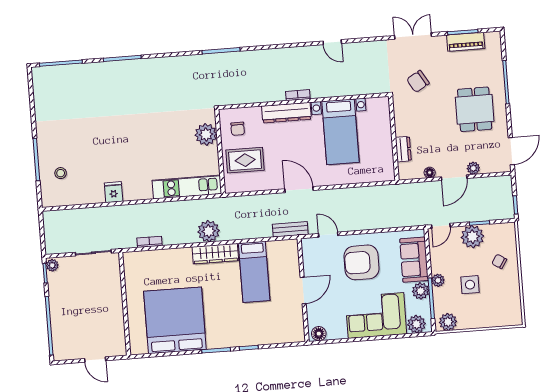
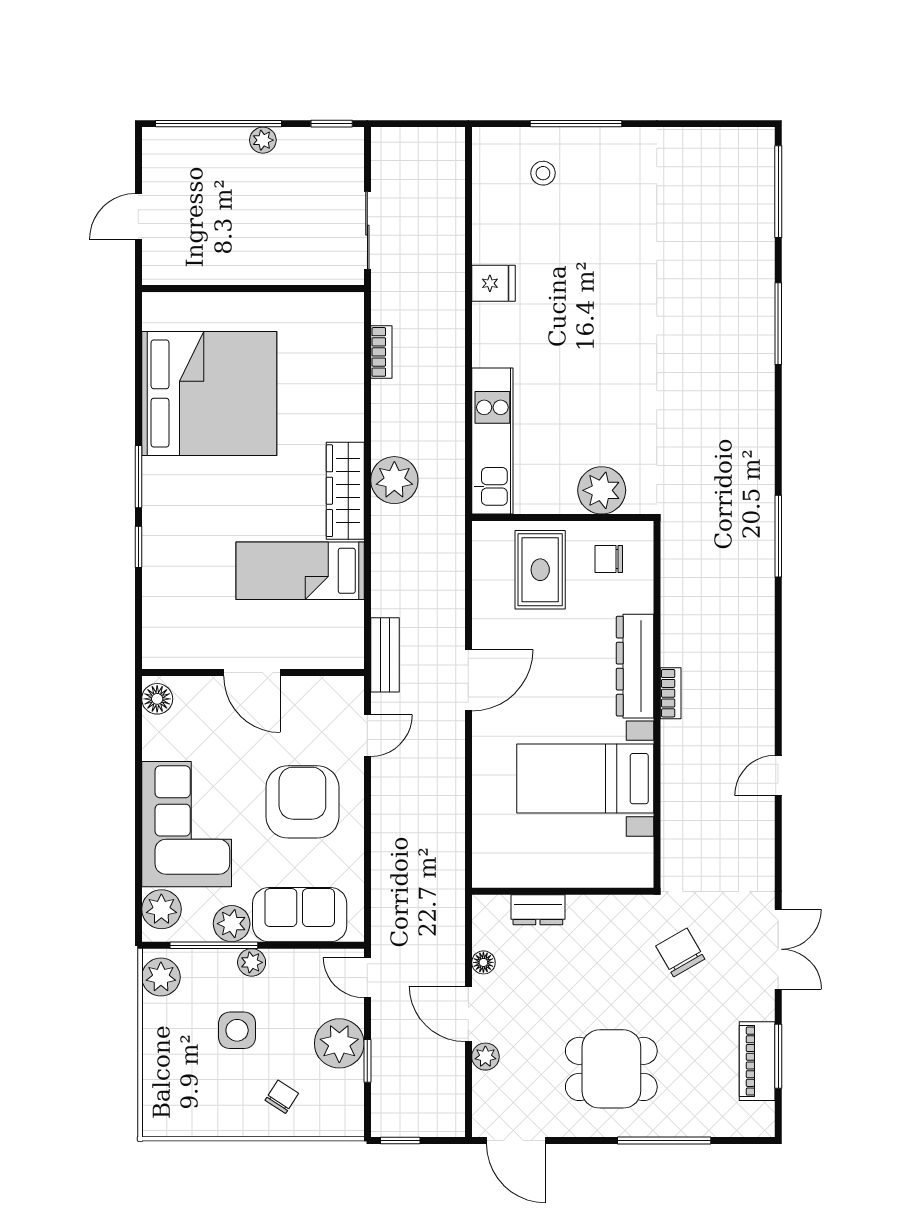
plant: (52, 265) -> (263, 140), moved

